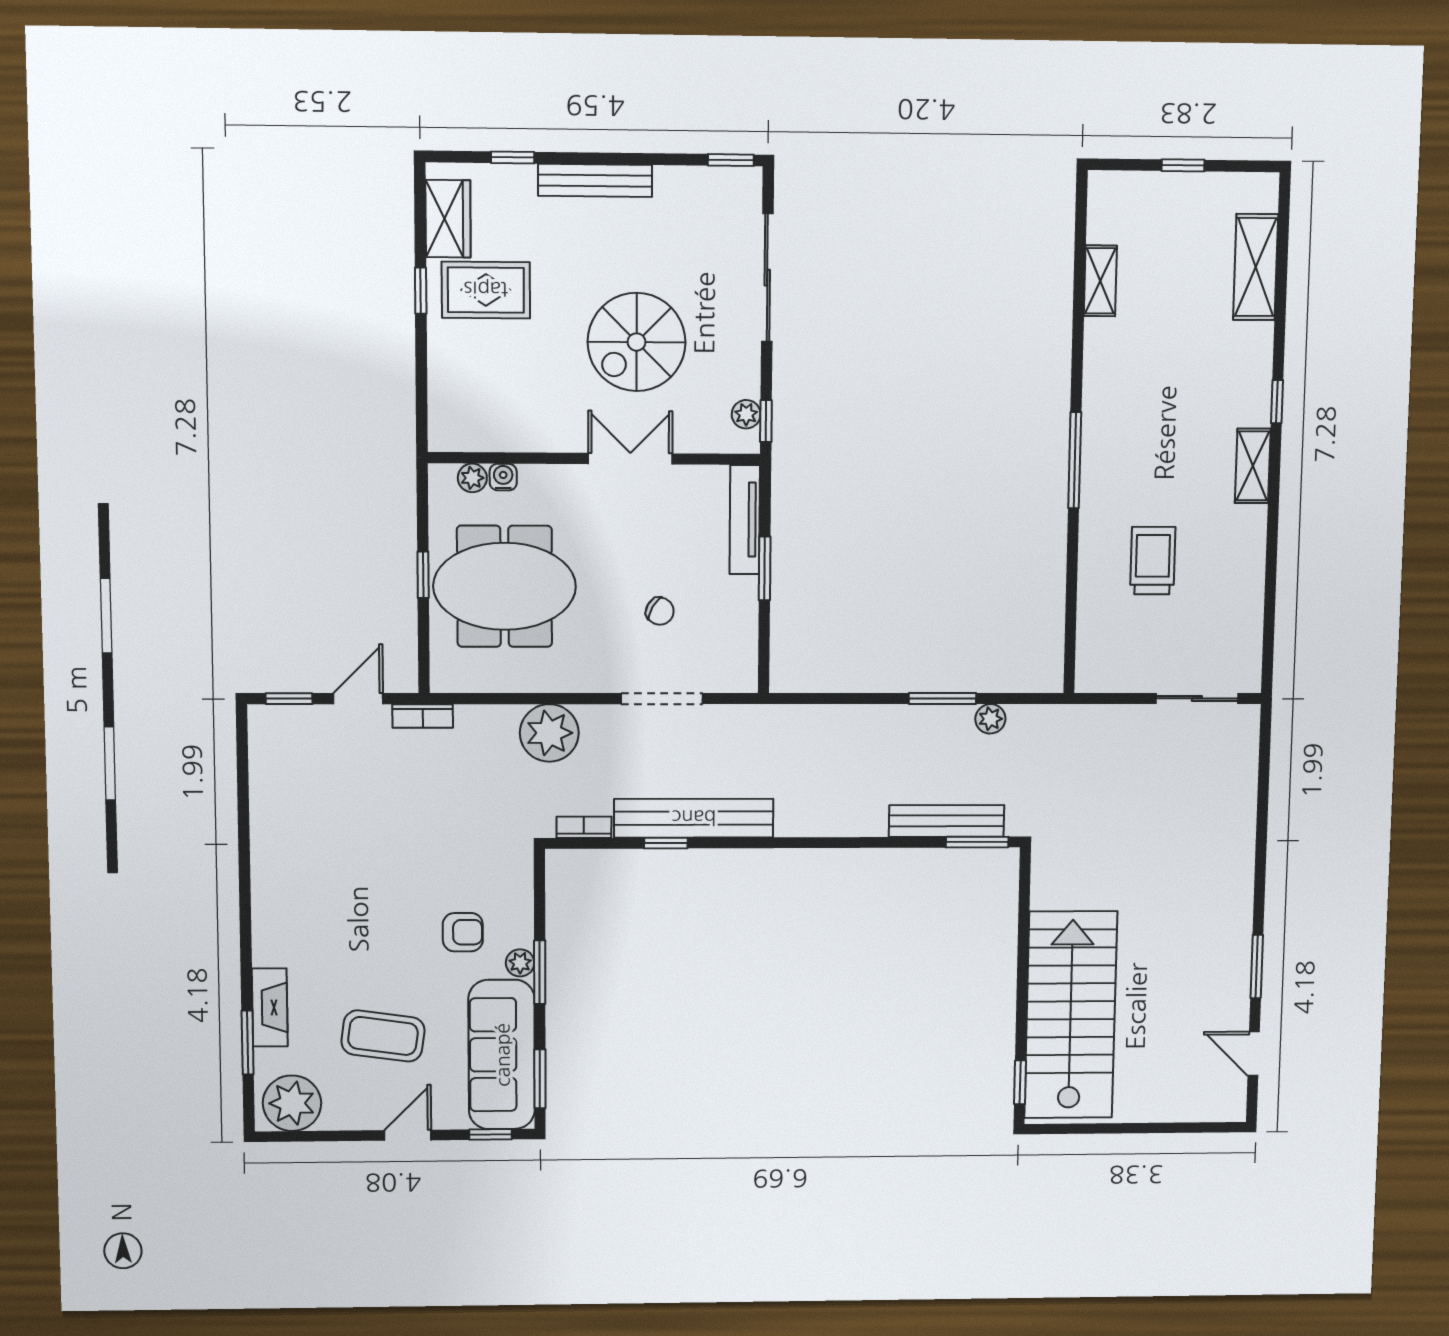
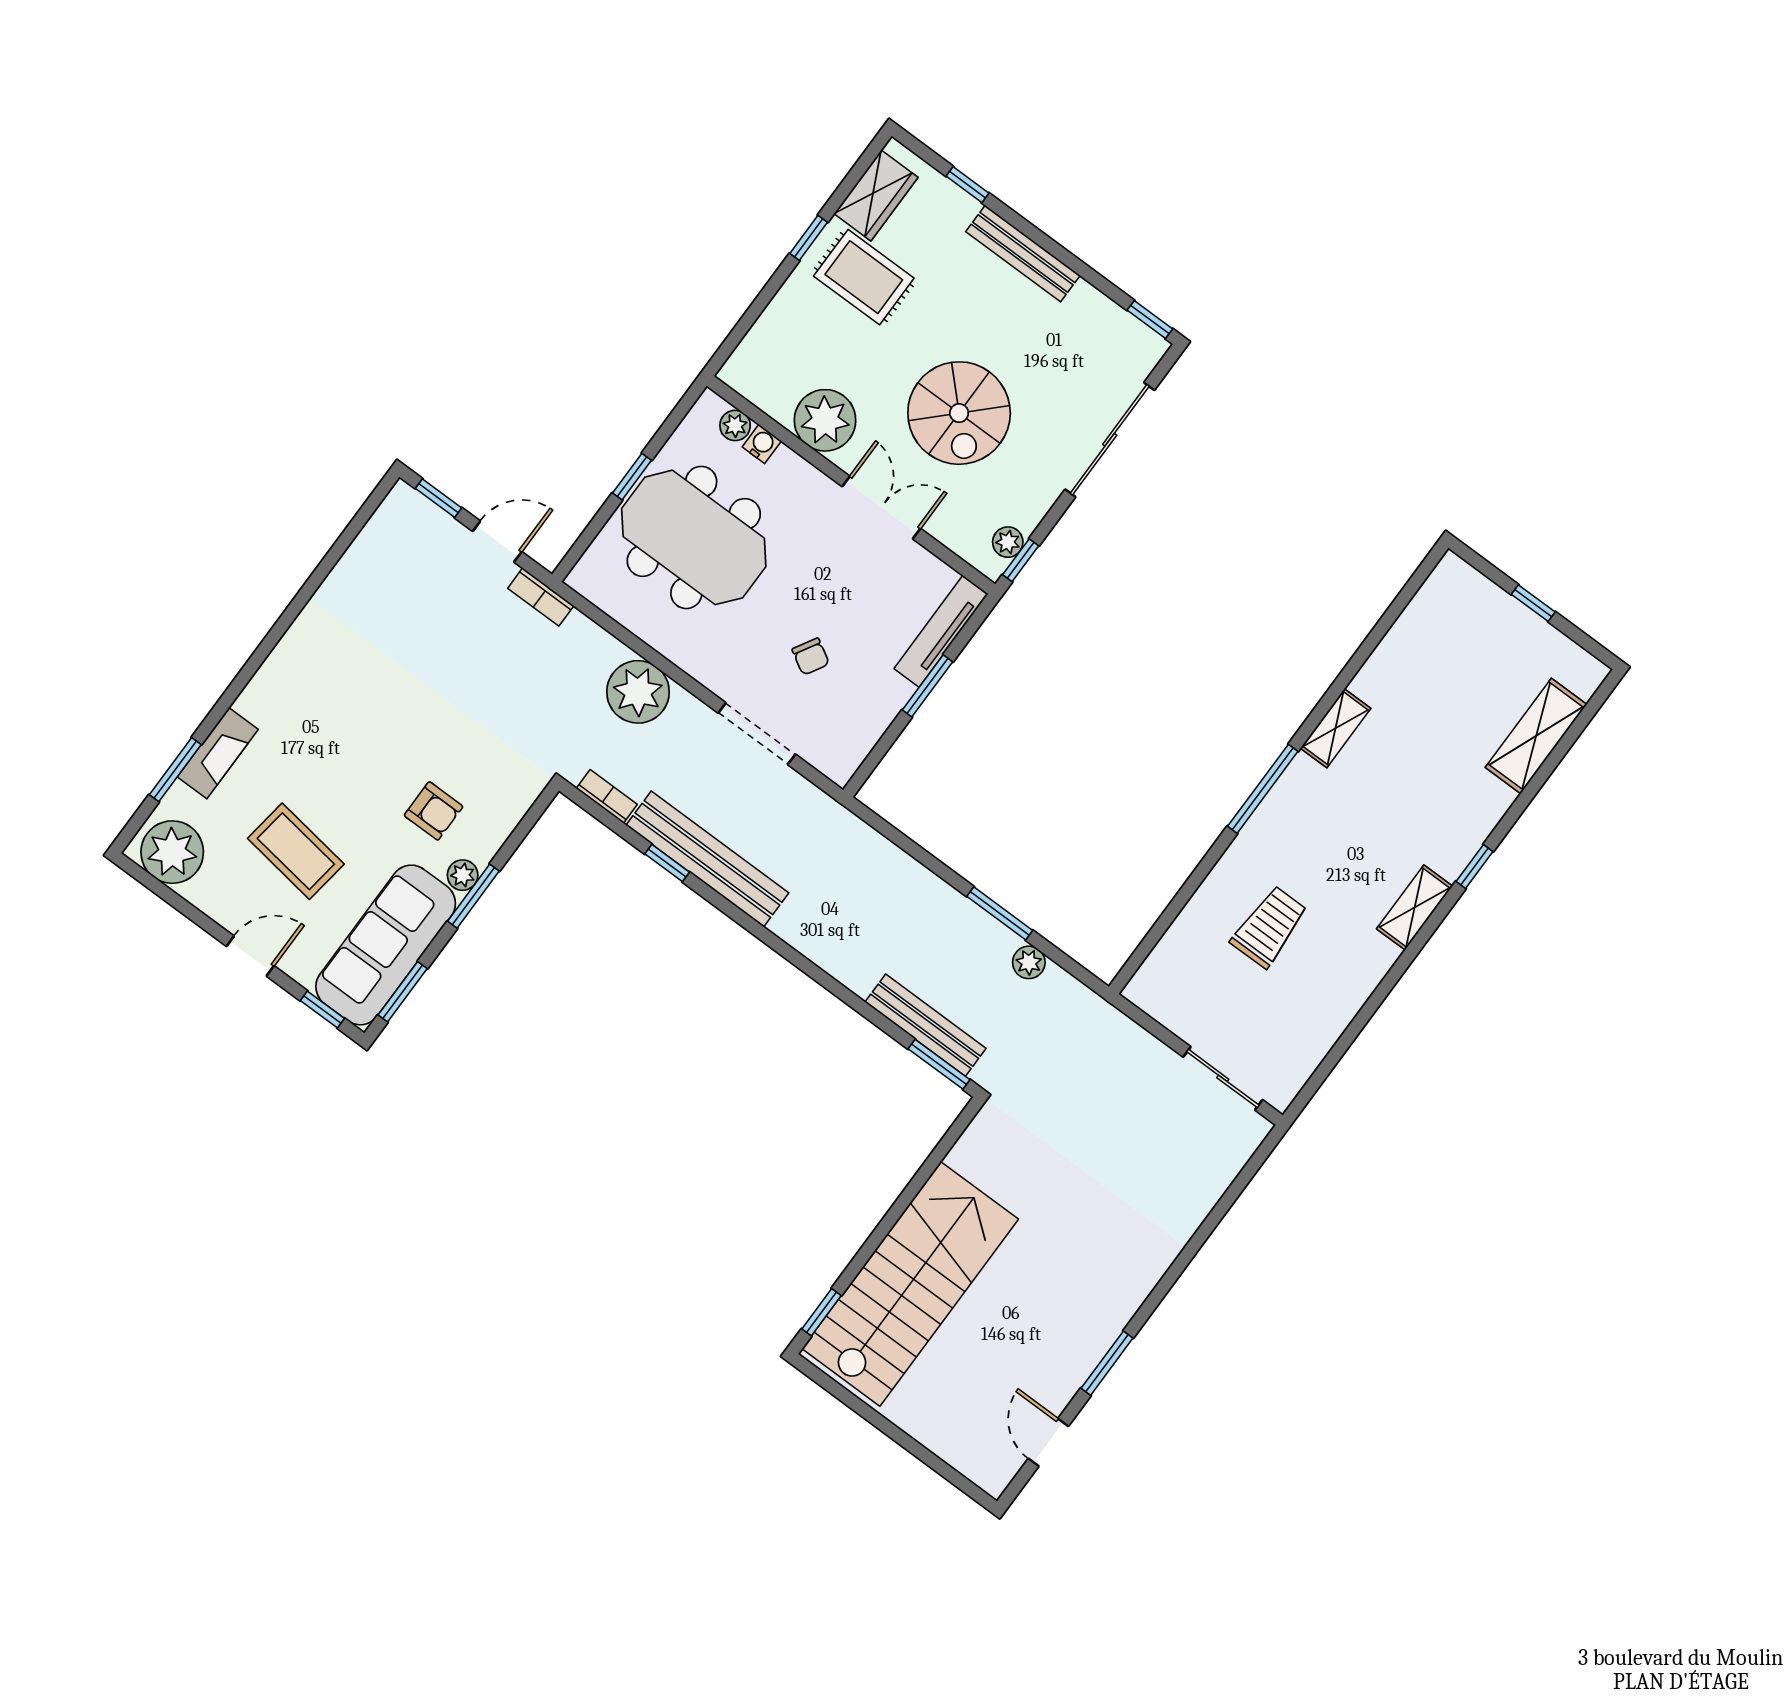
shelving: (1100, 281) -> (1336, 728), moved
spiral stairs: (637, 342) -> (959, 413), turned -90
plant: (538, 423) -> (825, 420), added

